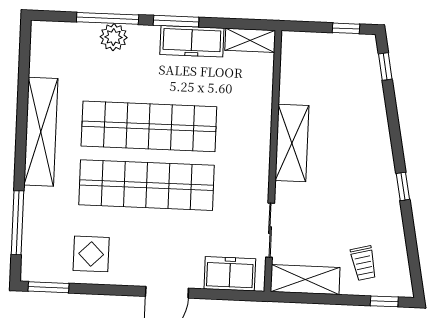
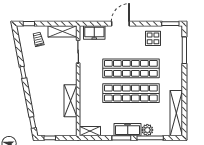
freezer: (192, 41) -> (128, 130), moved
shelving: (41, 132) -> (176, 113), moved
shelving: (292, 143) -> (70, 101), moved

